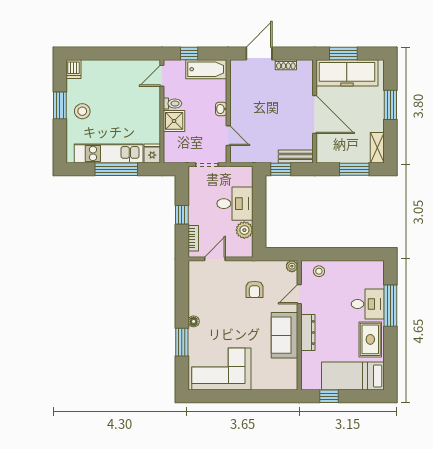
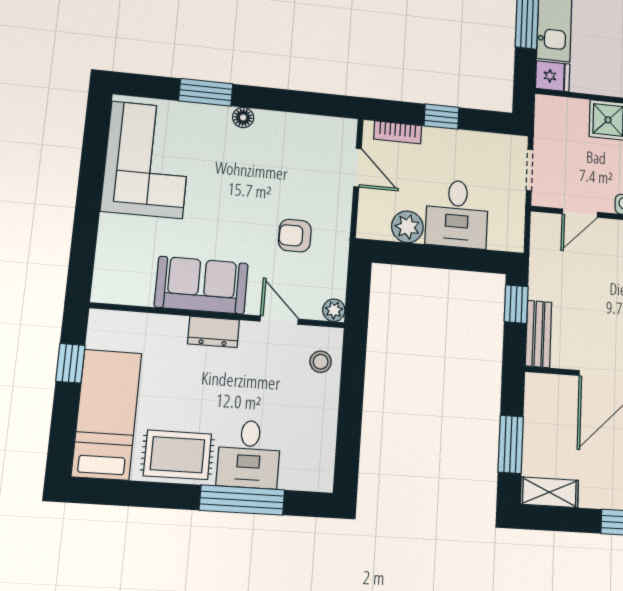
dresser: (308, 333) -> (213, 332), width x0.70

